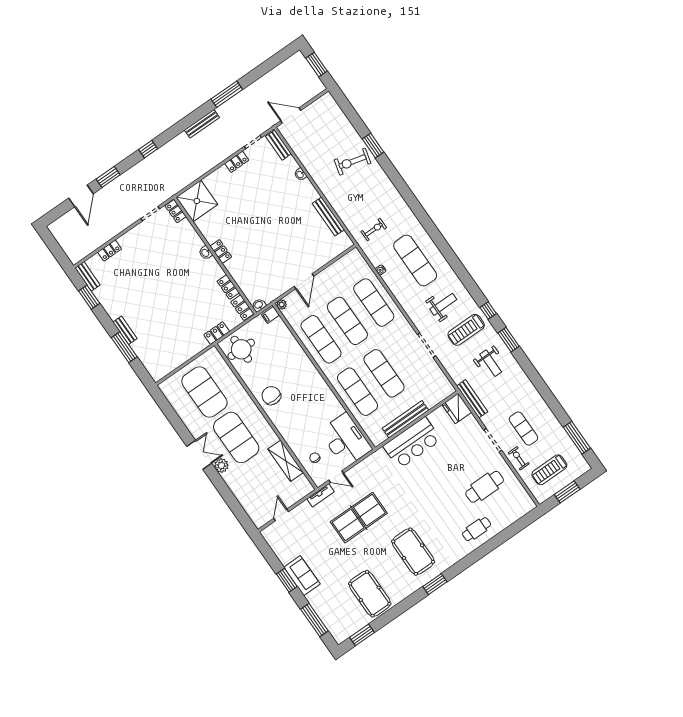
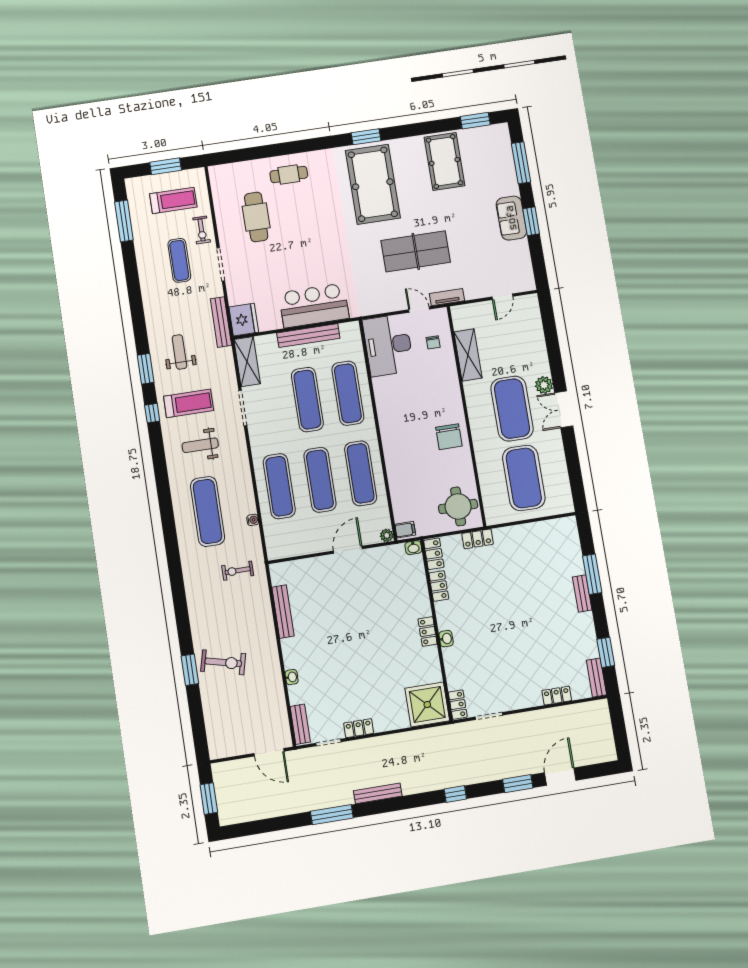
shelving: (440, 380) -> (247, 362), added
cafe table: (485, 487) -> (256, 217), turned 90
pool table: (413, 552) -> (373, 184), width x1.36, depth x1.32

